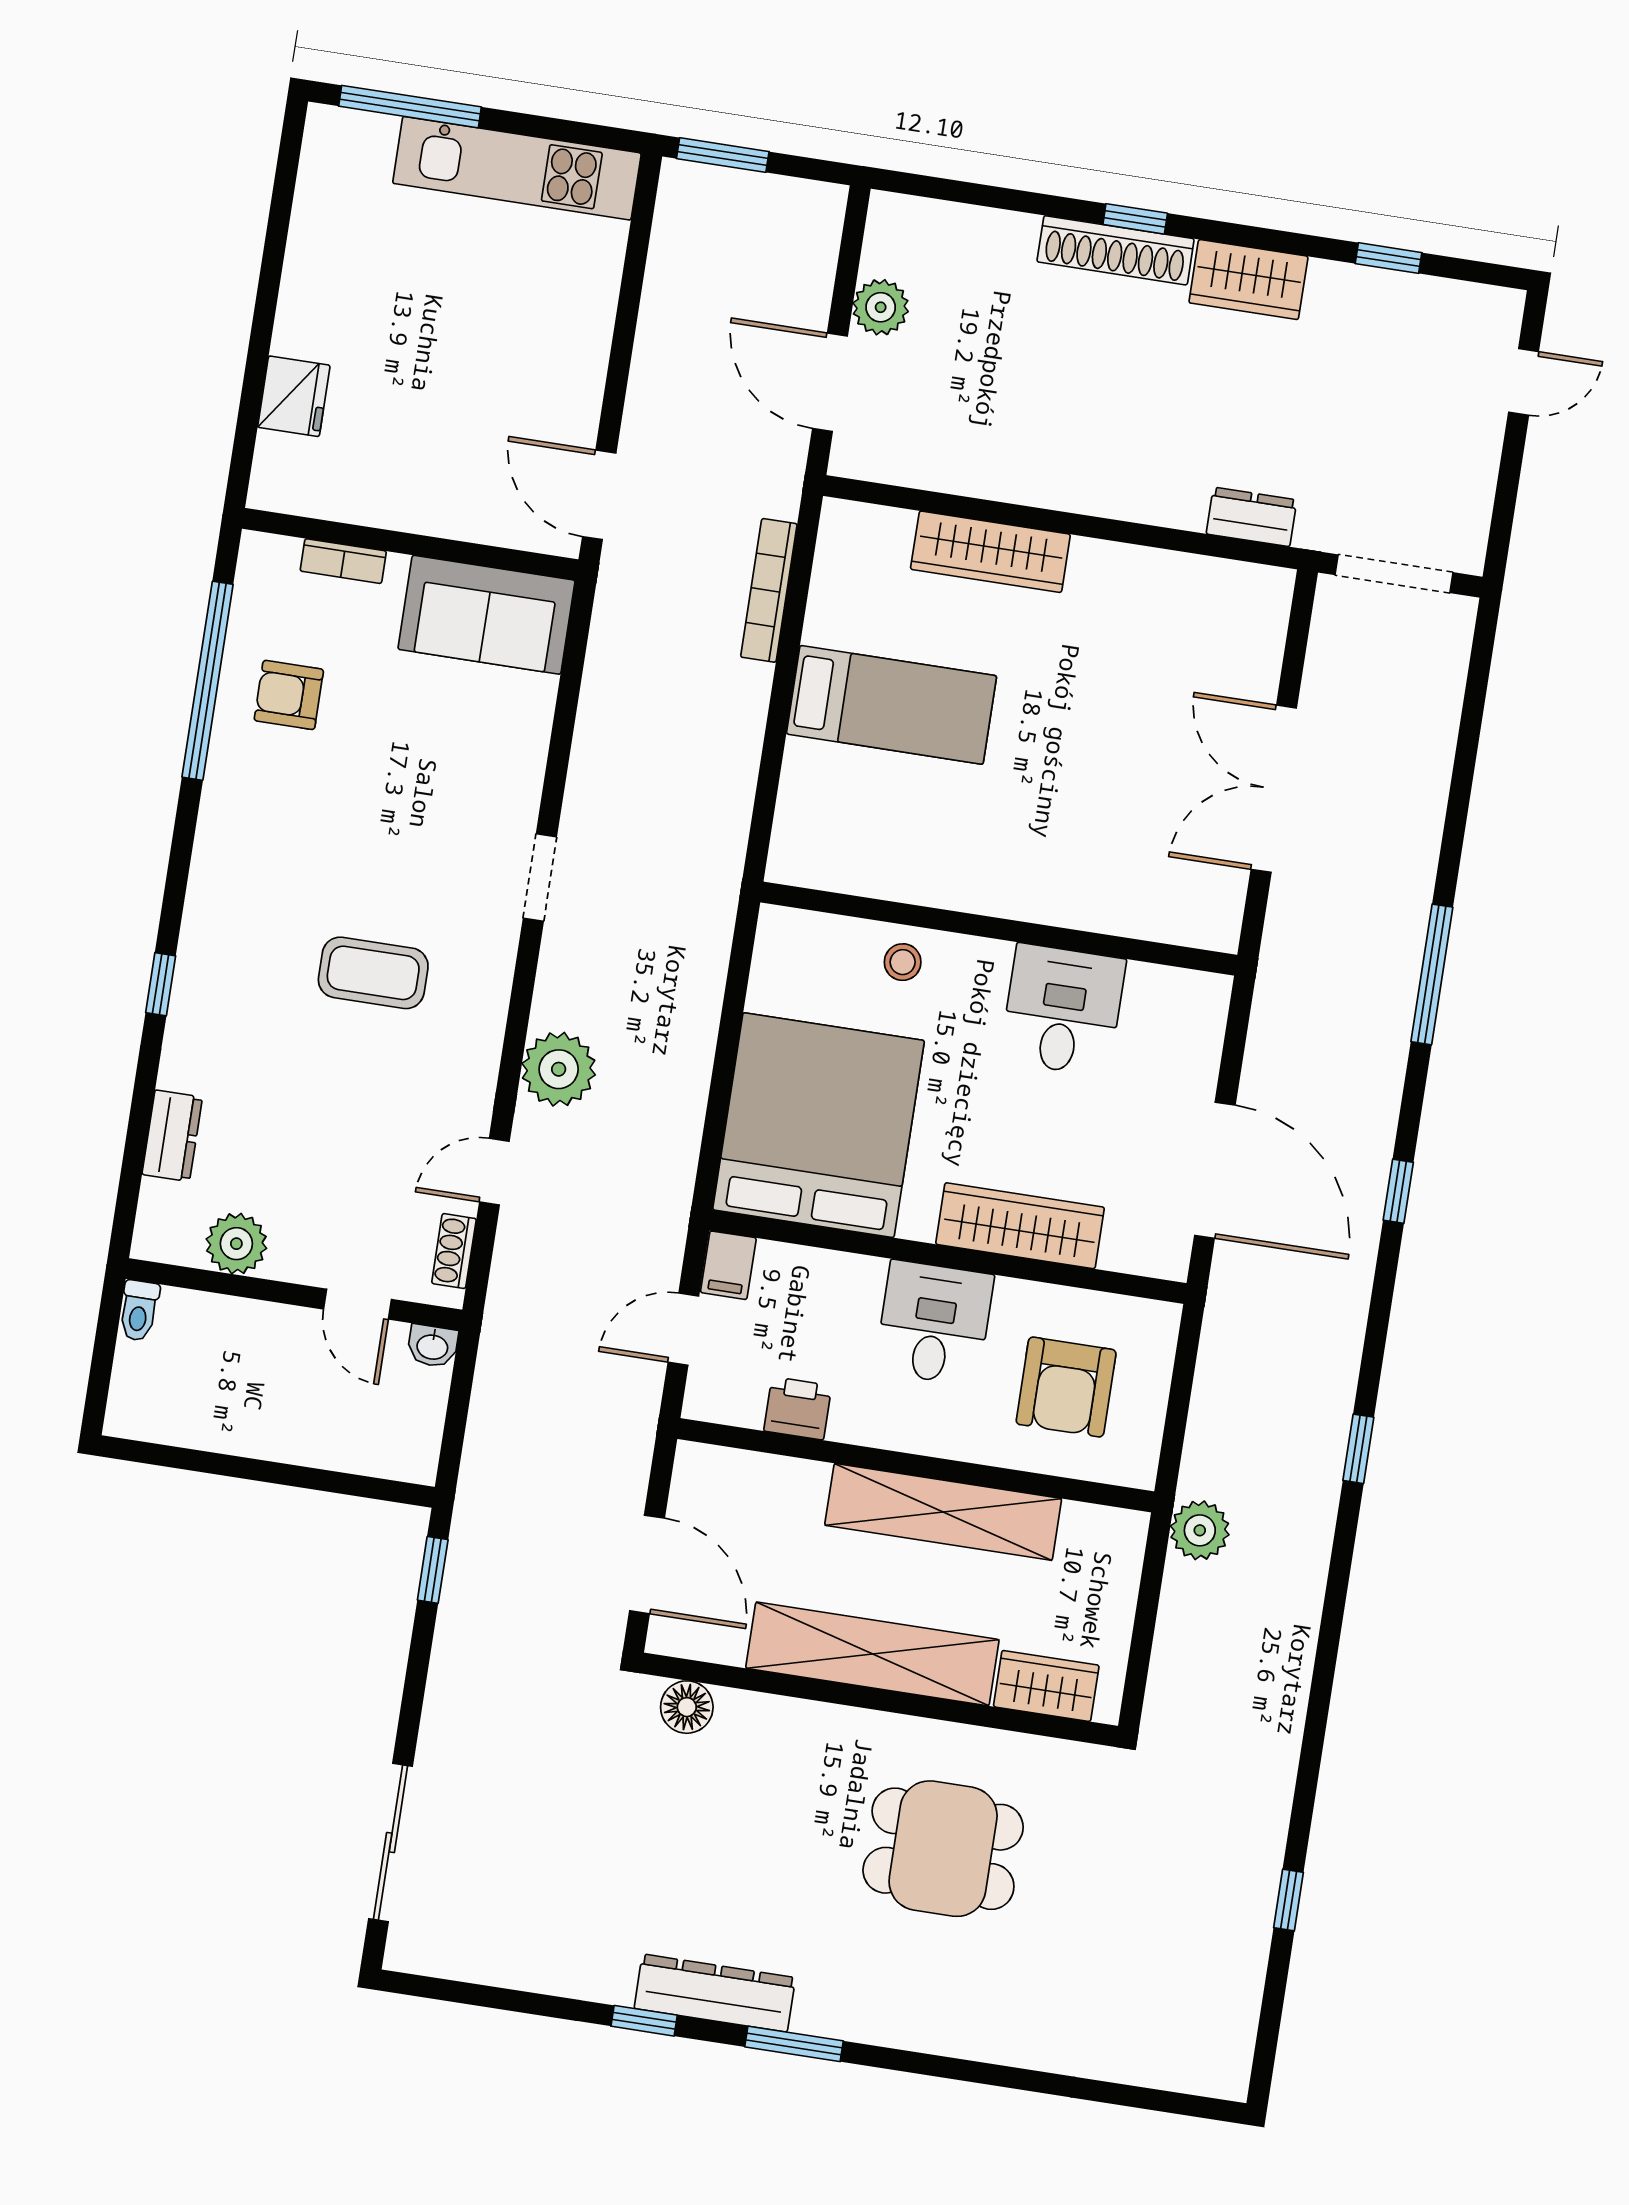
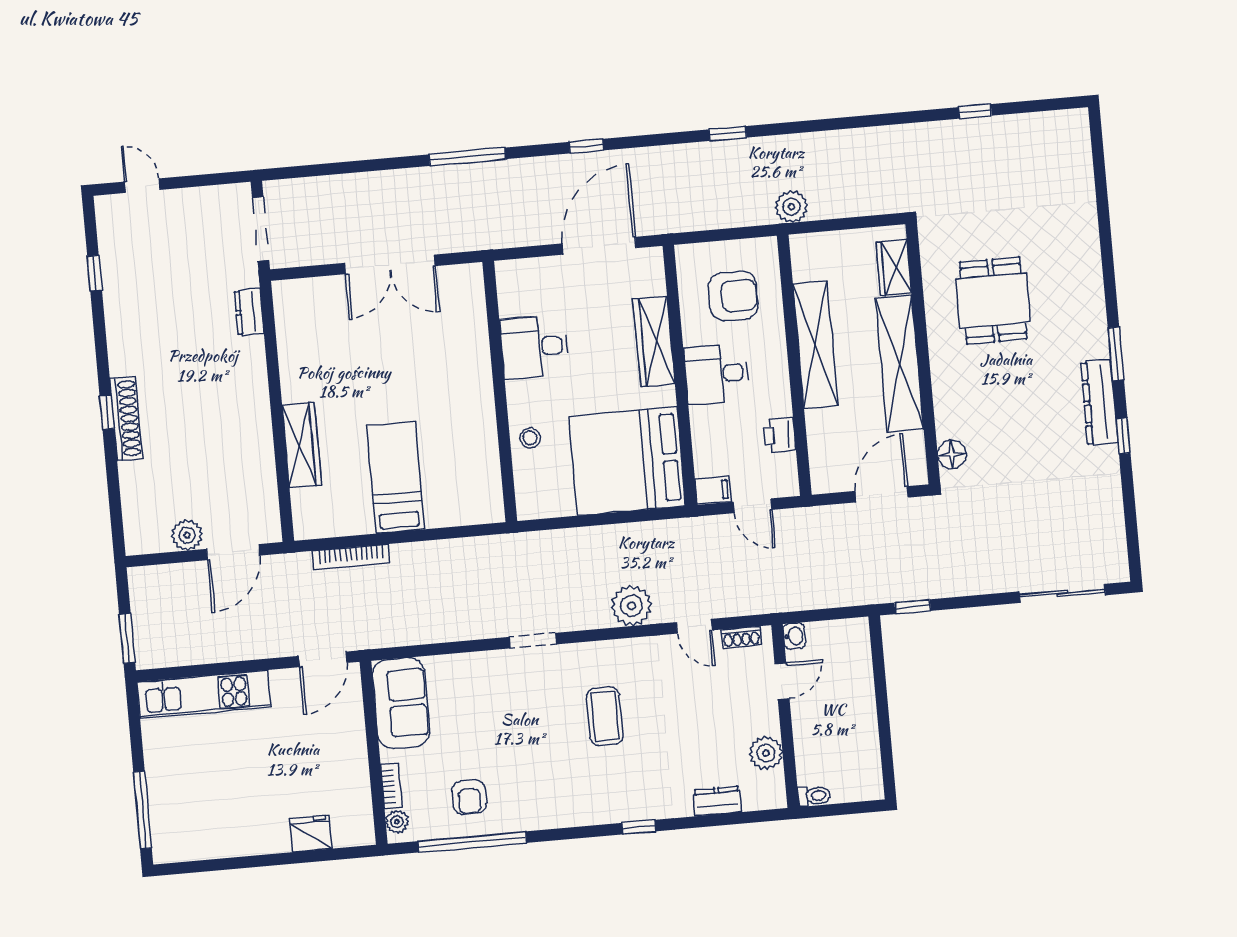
kitchen unit: (517, 168) -> (204, 694), moved, turned 90
wardrobe: (1248, 280) -> (124, 344), removed
plant: (277, 555) -> (397, 822), added

